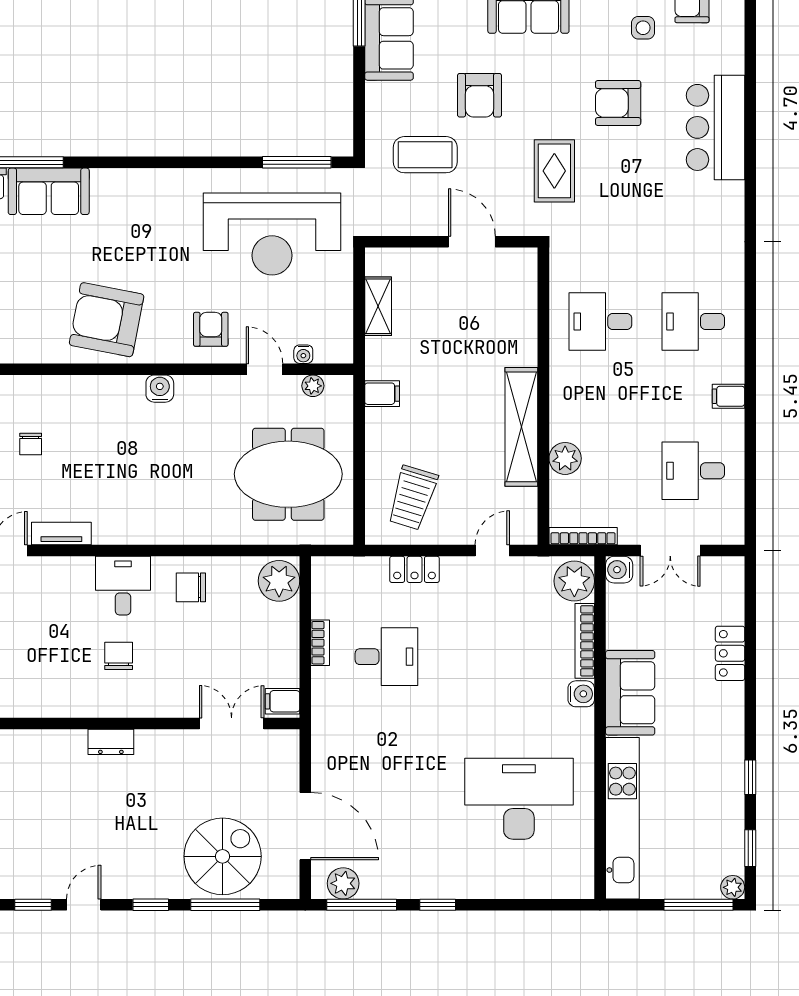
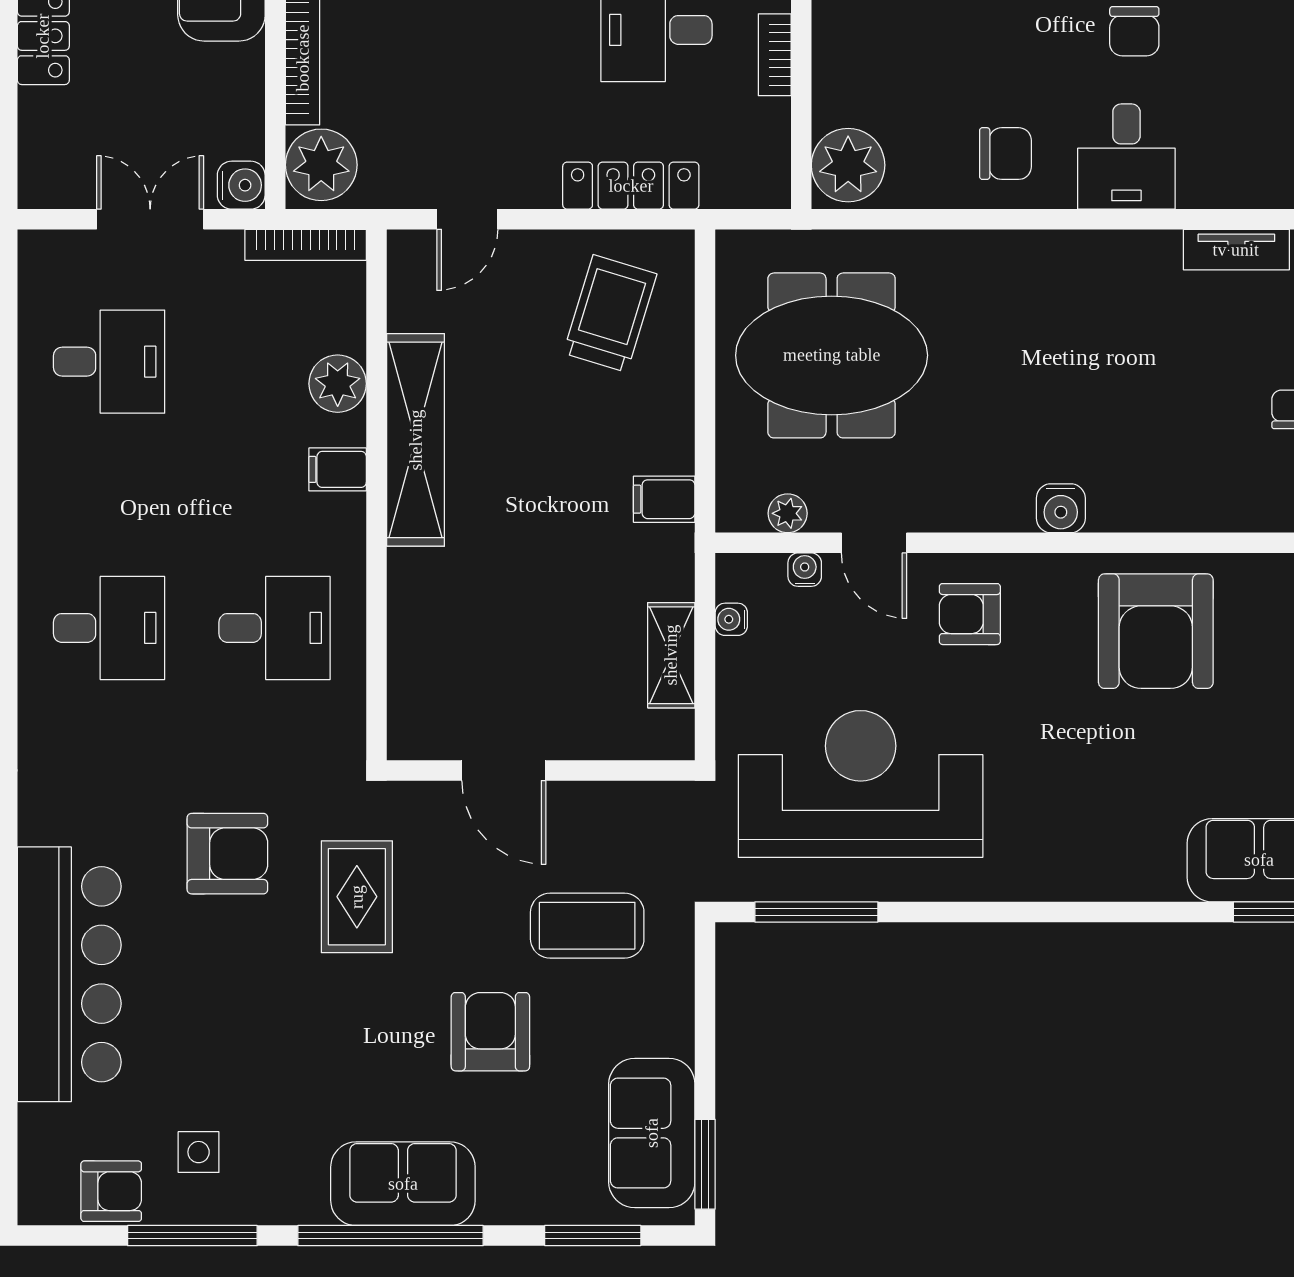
armchair: (618, 103) -> (227, 854), moved
bar counter: (715, 127) -> (69, 974), width x1.36
armchair: (107, 320) -> (1156, 631), turned 79
water cooler: (344, 326) -> (731, 619), added
armchair: (211, 329) -> (970, 614), turned 90
filing cabinet: (728, 396) -> (338, 469), moved, turned 180
locker: (414, 569) -> (631, 186), width x1.53

